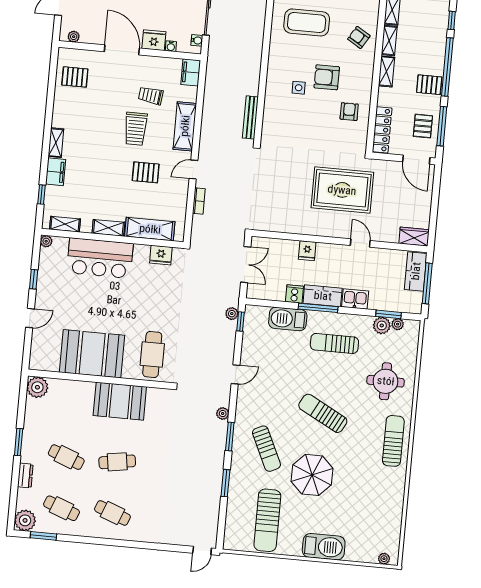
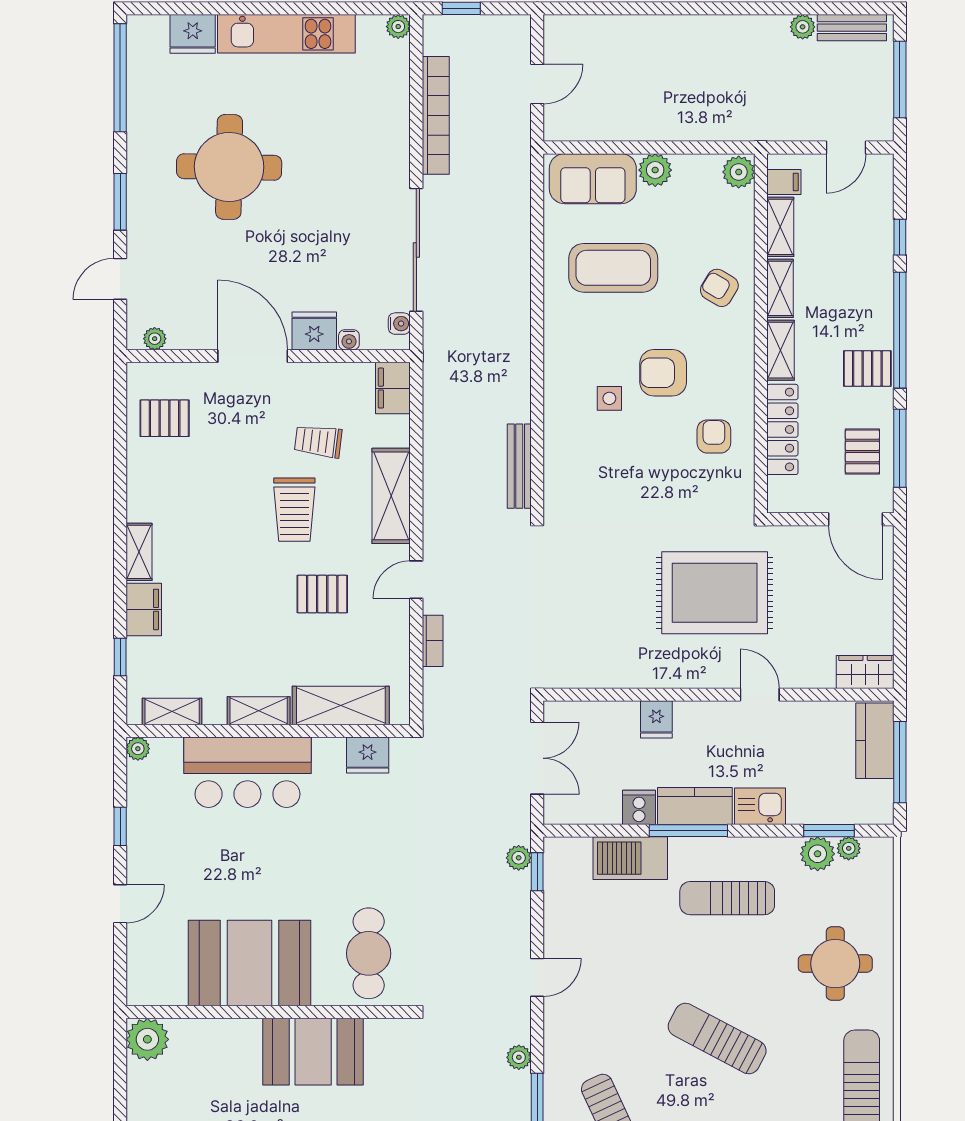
locker: (382, 130) -> (782, 429), moved

